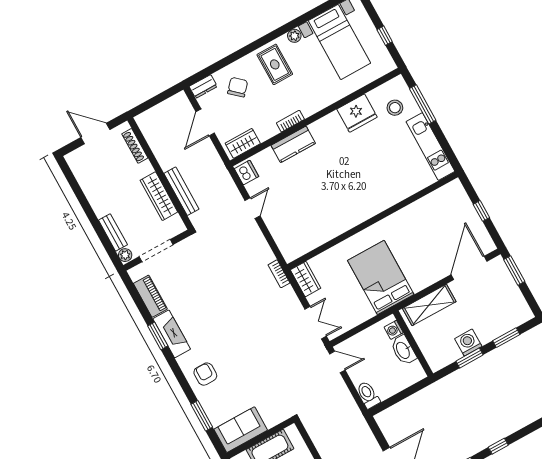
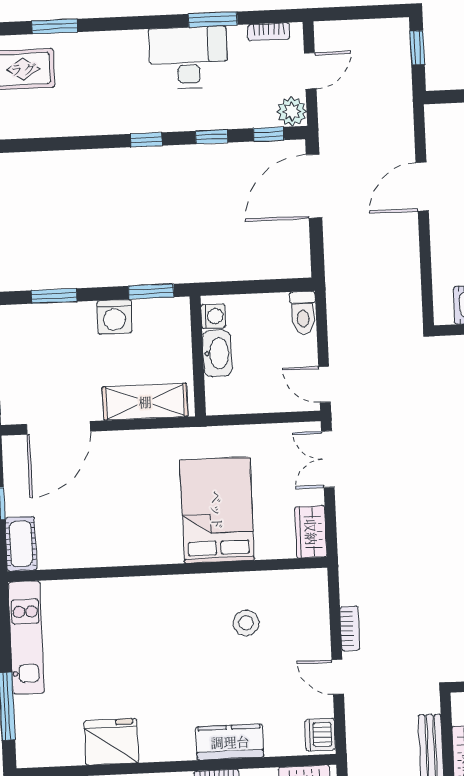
stool: (395, 108) -> (246, 623), moved
cot: (458, 195) -> (21, 544), added
door: (252, 208) -> (338, 677), hinge flipped
bookcase: (279, 274) -> (350, 628), moved
bed: (381, 277) -> (217, 510), moved, turned 180
washing machine: (394, 330) -> (213, 316), moved
window: (469, 358) -> (151, 292), moved

